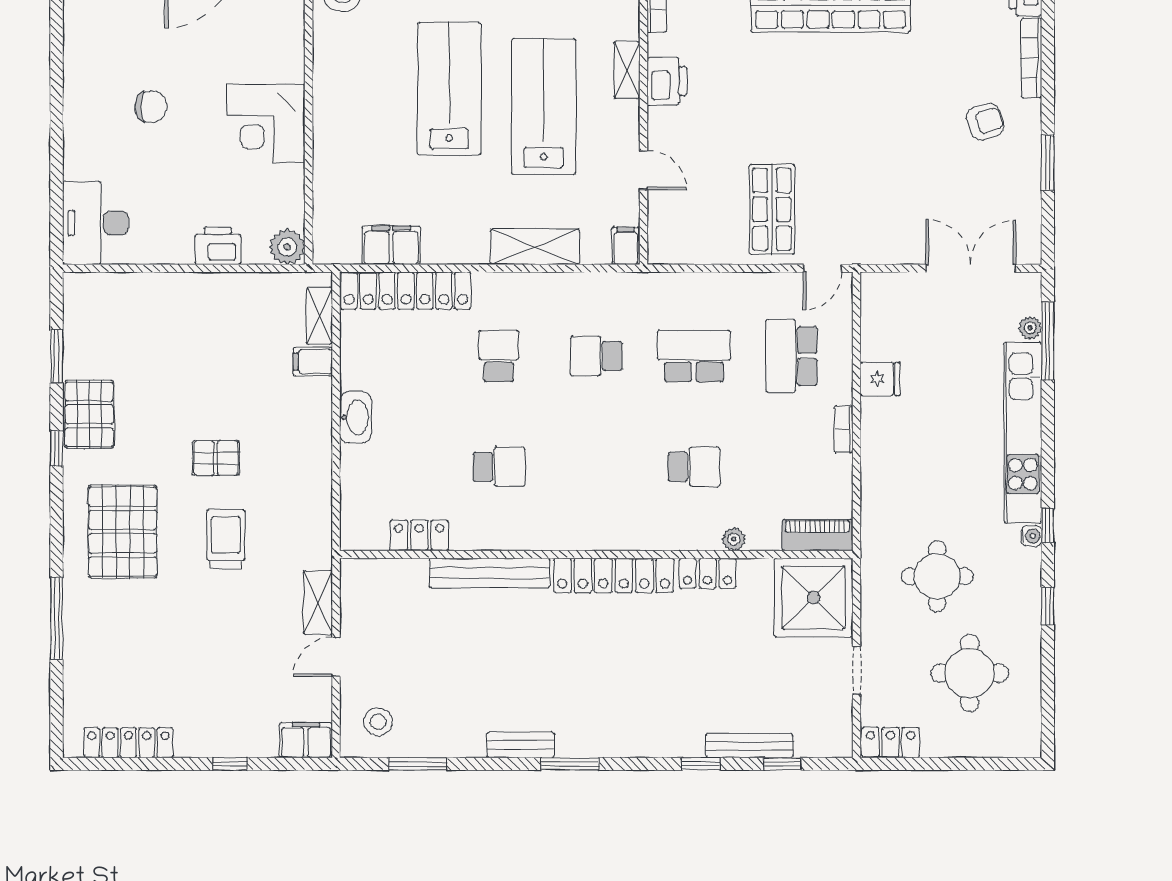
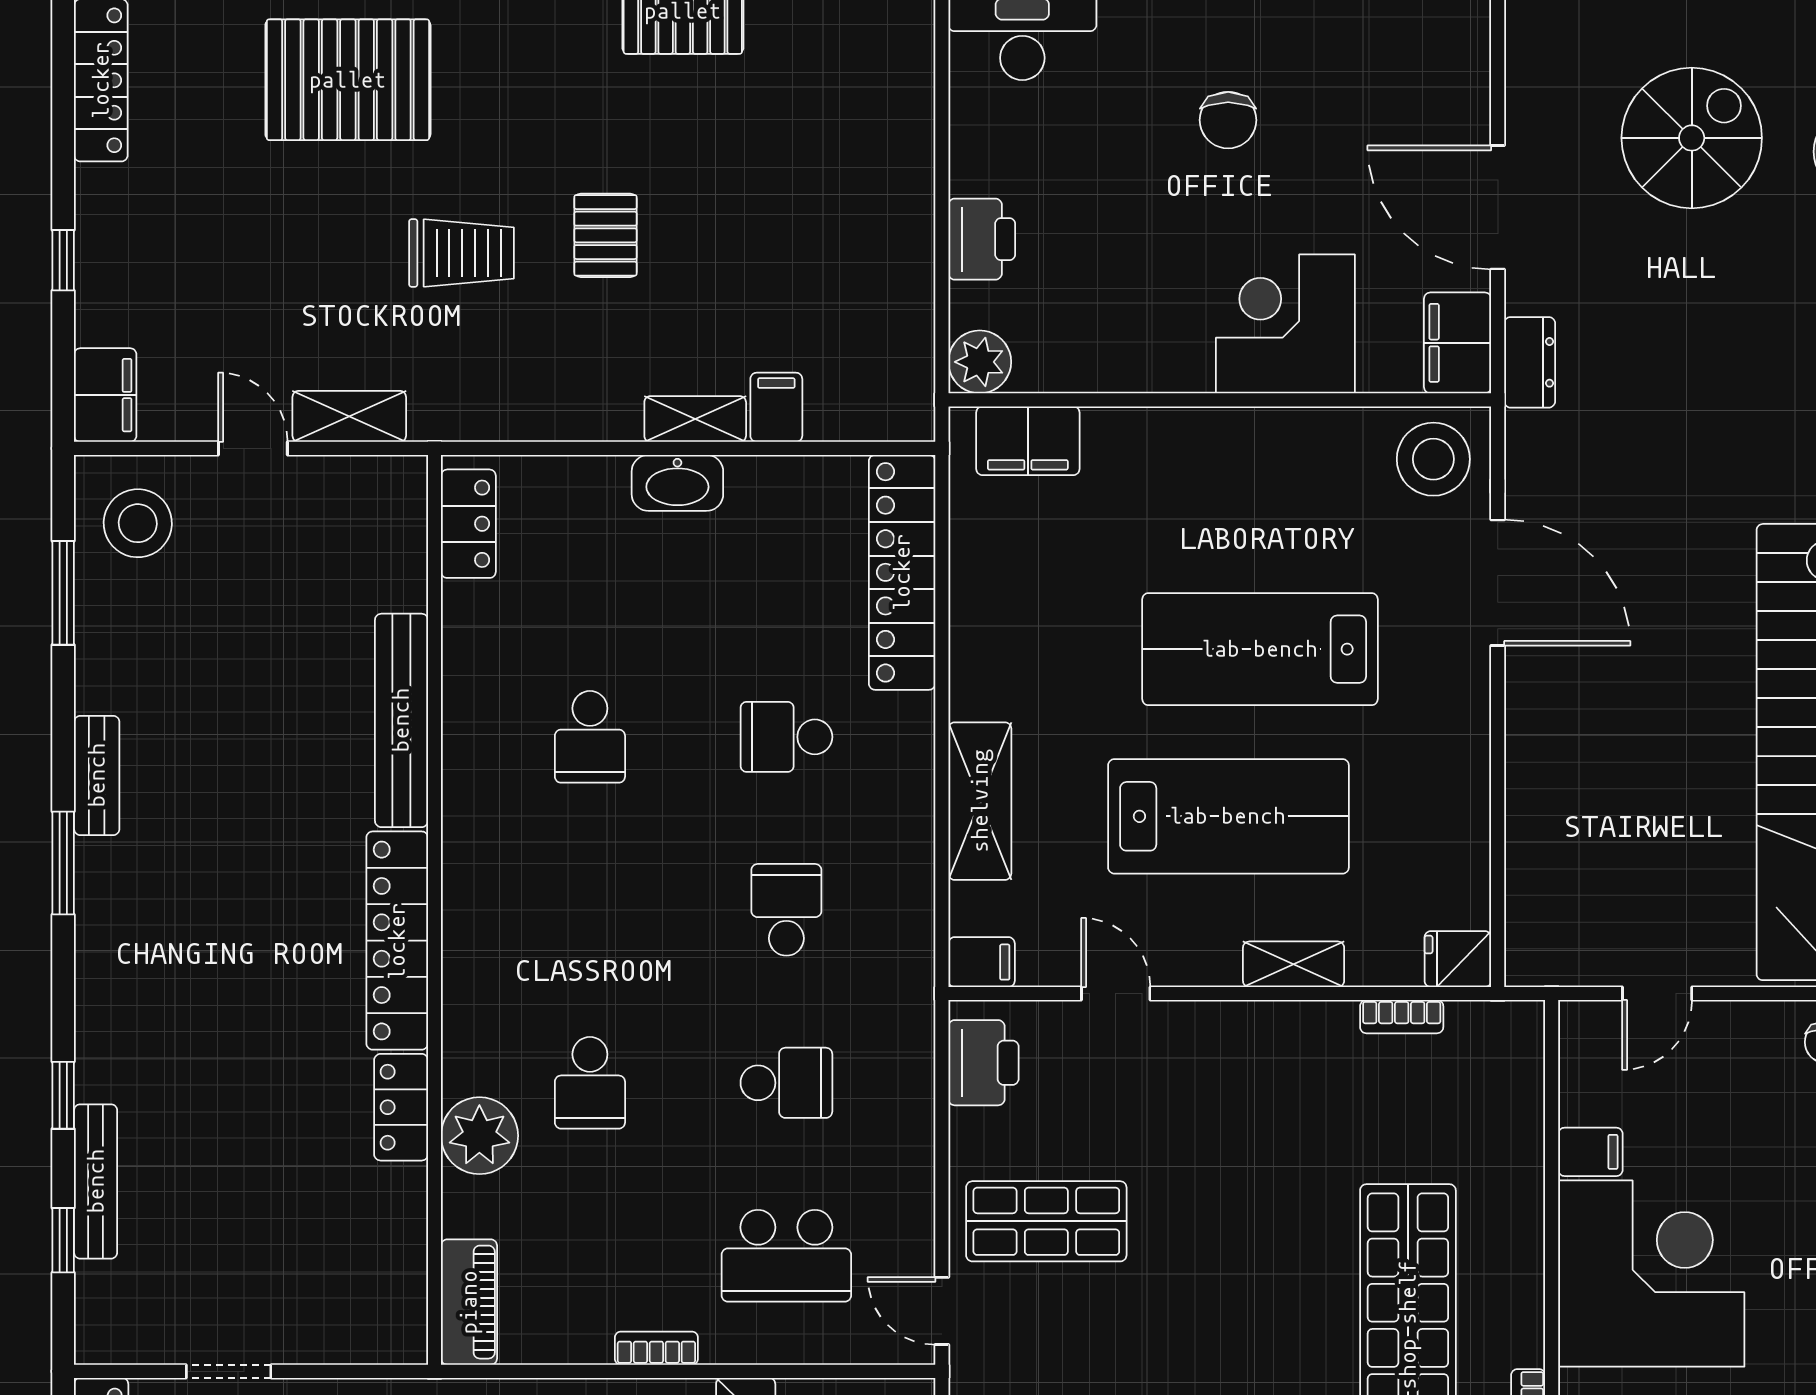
printer: (667, 81) -> (983, 1063), moved, turned -90
lab bench: (449, 89) -> (1260, 649), turned 180
corner desk: (266, 123) -> (1285, 324), moved
door: (643, 170) -> (1116, 993), swing flipped
filing cabinet: (391, 245) -> (1028, 441), moved, turned 90
shelving: (319, 316) -> (695, 419), moved
school desk: (499, 356) -> (786, 737), turned 180
school desk: (694, 356) -> (786, 1083), width x0.54
school desk: (791, 356) -> (786, 1256), turned 180
pallet: (123, 532) -> (348, 80), moved
locker: (419, 535) -> (468, 524), moved
plant: (734, 539) -> (479, 1136), width x1.87, depth x1.87
shower: (813, 598) -> (358, 1295), removed
stool: (378, 722) -> (138, 523), width x1.38, depth x1.38

